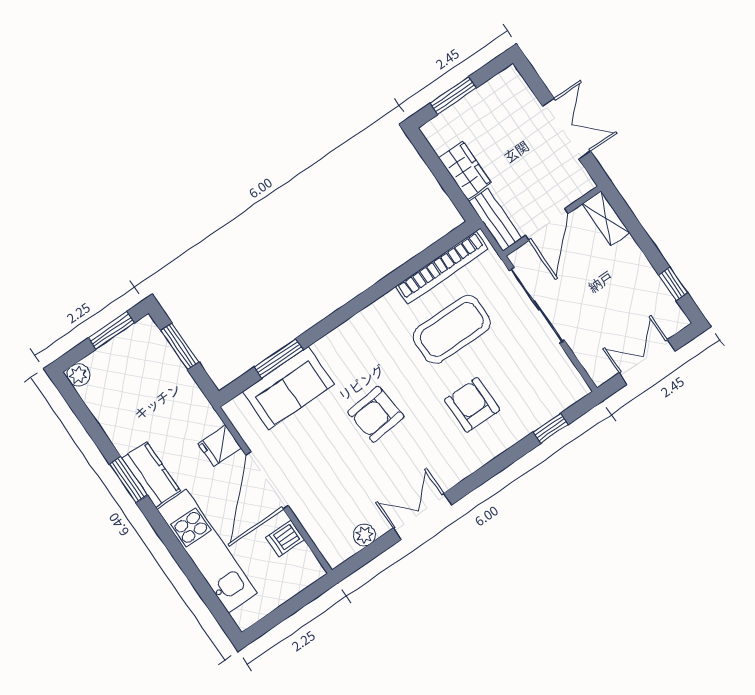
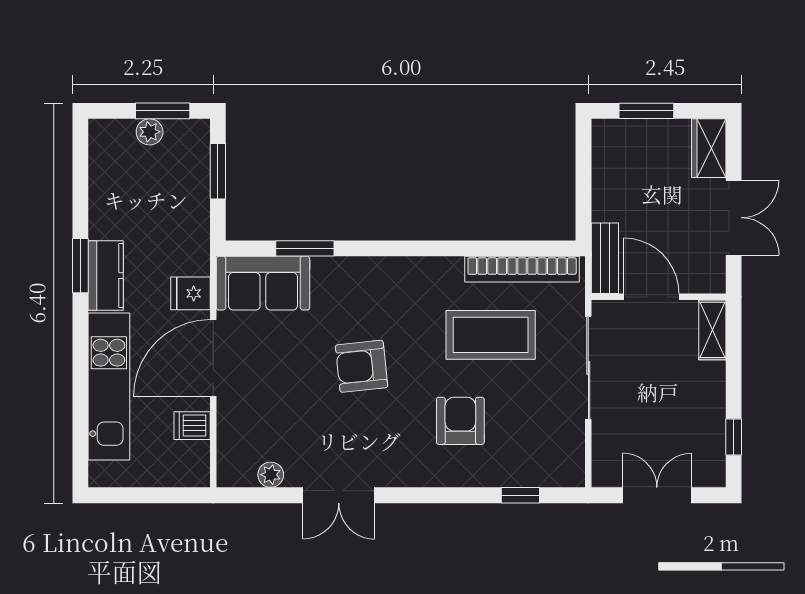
wardrobe: (465, 170) -> (709, 148), moved, turned 180
door: (547, 225) -> (651, 297), swing flipped
plant: (78, 375) -> (150, 132), moved
sofa: (288, 388) -> (263, 283), moved
double door: (422, 516) -> (339, 495), swing flipped

